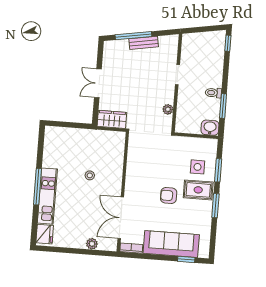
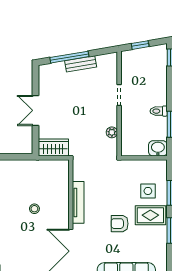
window: (201, 29) -> (140, 45), added
tv unit: (131, 173) -> (78, 202), added

